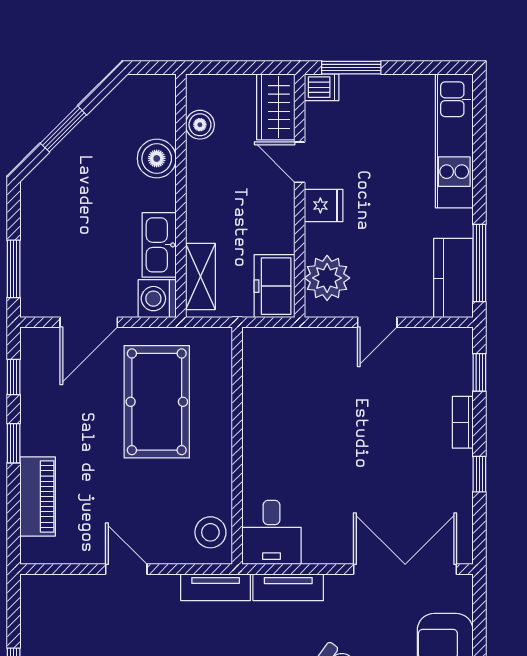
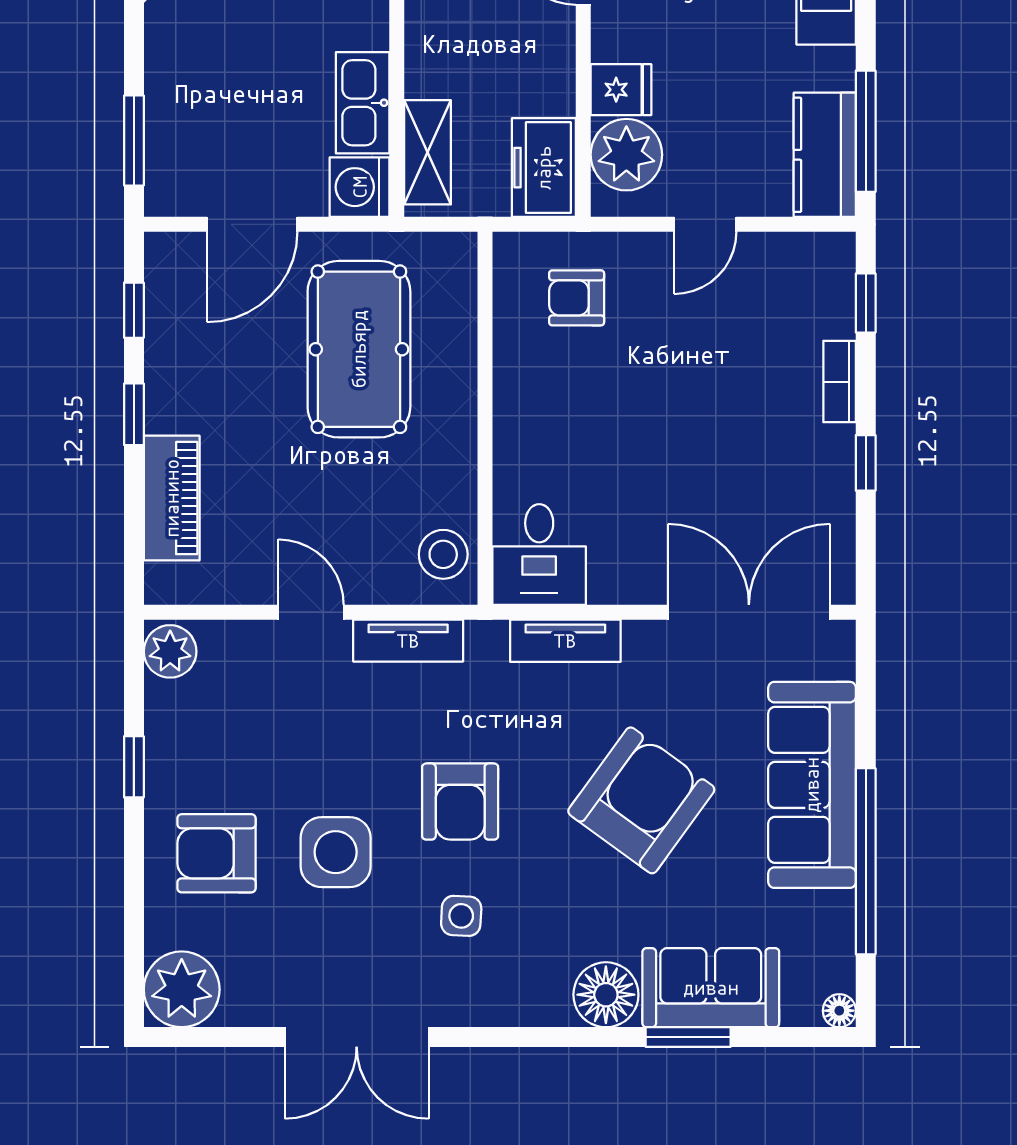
fridge: (324, 205) -> (621, 90), moved
armchair: (295, 369) -> (577, 298), added
tv unit: (216, 587) -> (408, 641), moved
plant: (37, 594) -> (170, 651), added

